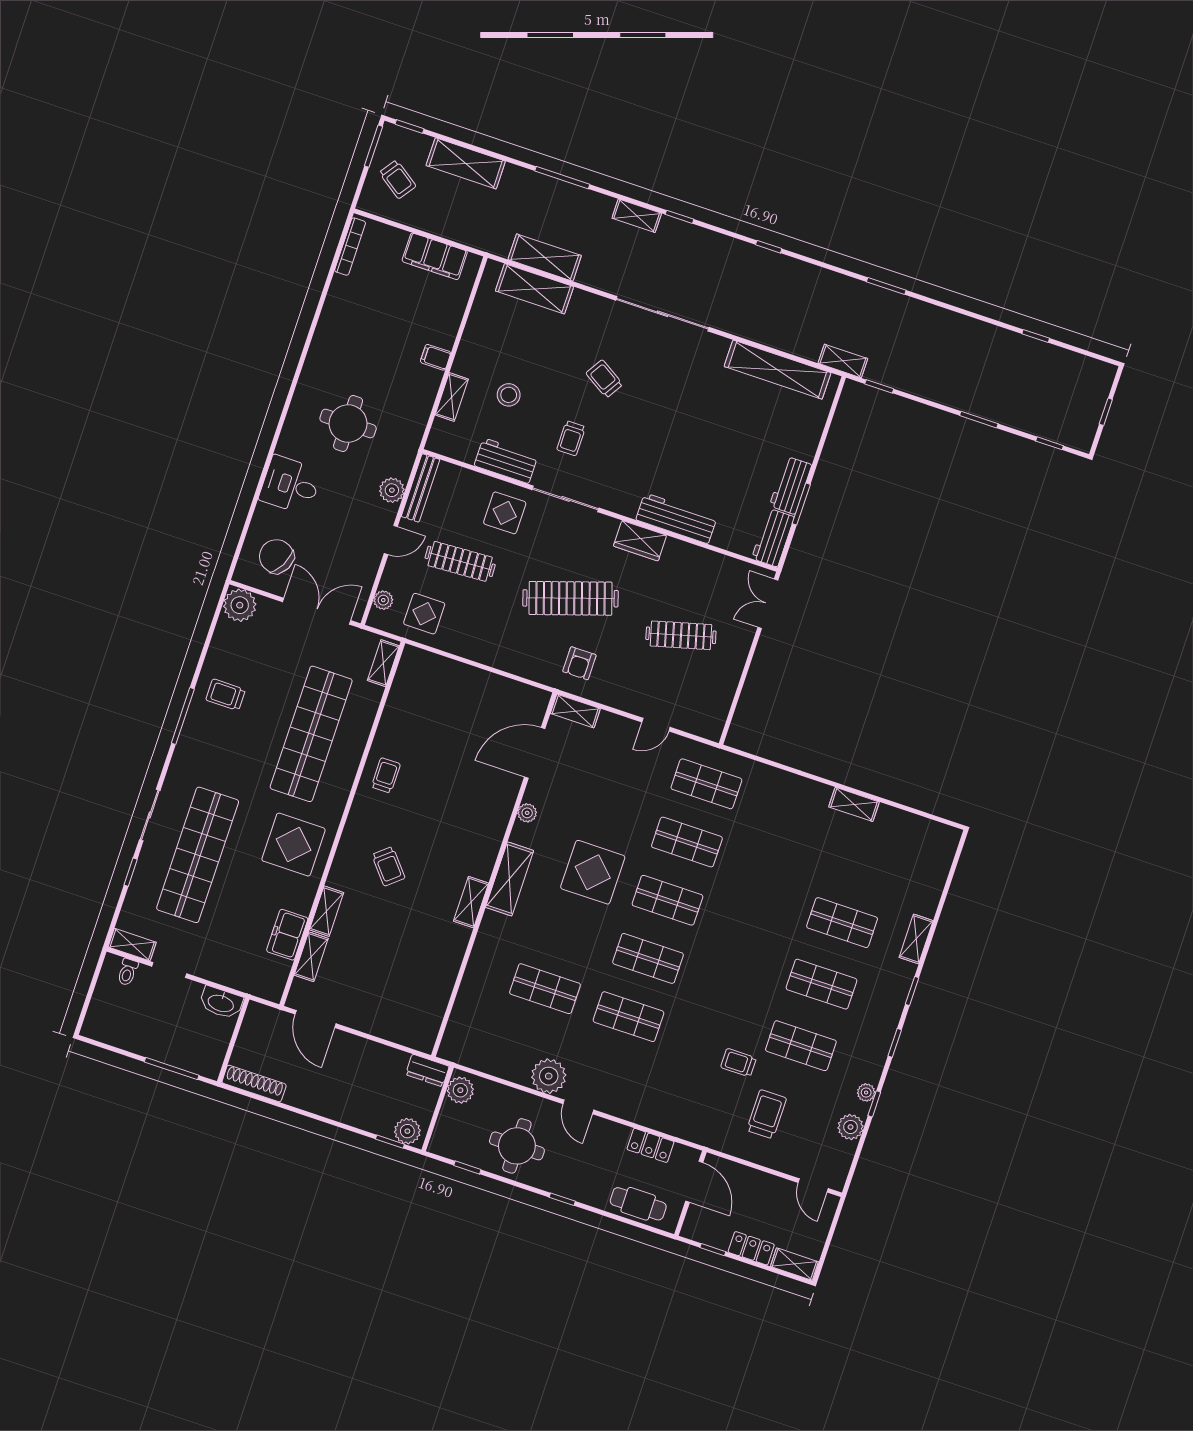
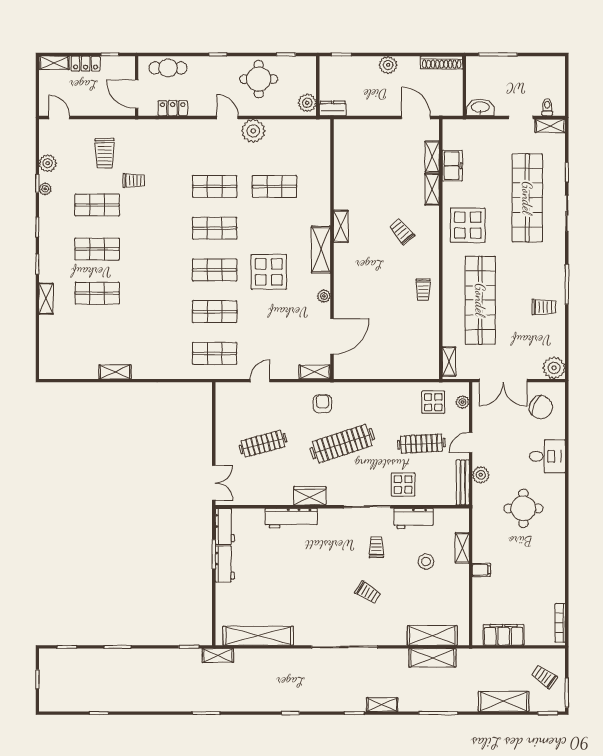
plant: (407, 1131) -> (388, 65), moved

